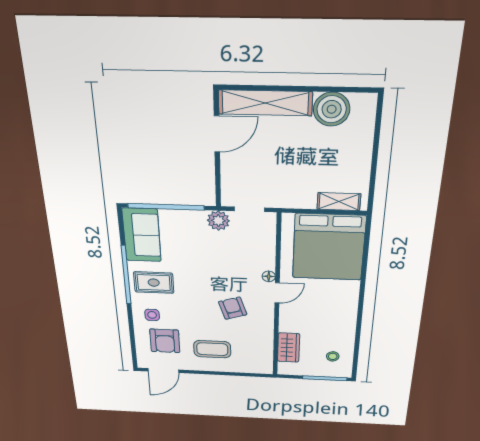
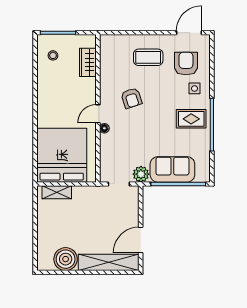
sofa: (142, 235) -> (172, 169), moved, turned 90

